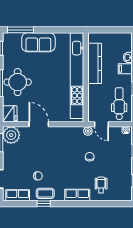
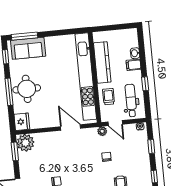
sofa: (38, 42) -> (28, 48), moved
trolley: (97, 98) -> (109, 97), added
door: (39, 124) -> (70, 127), moved

